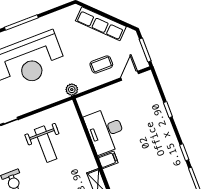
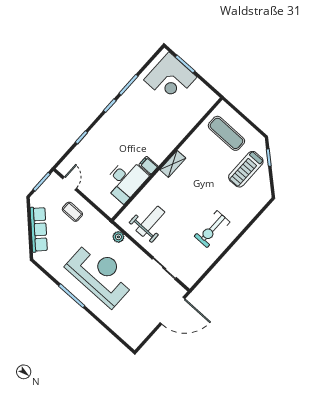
door: (130, 76) -> (70, 183), swing flipped
plant: (72, 90) -> (118, 237), moved
weight bench: (46, 144) -> (150, 221), moved

